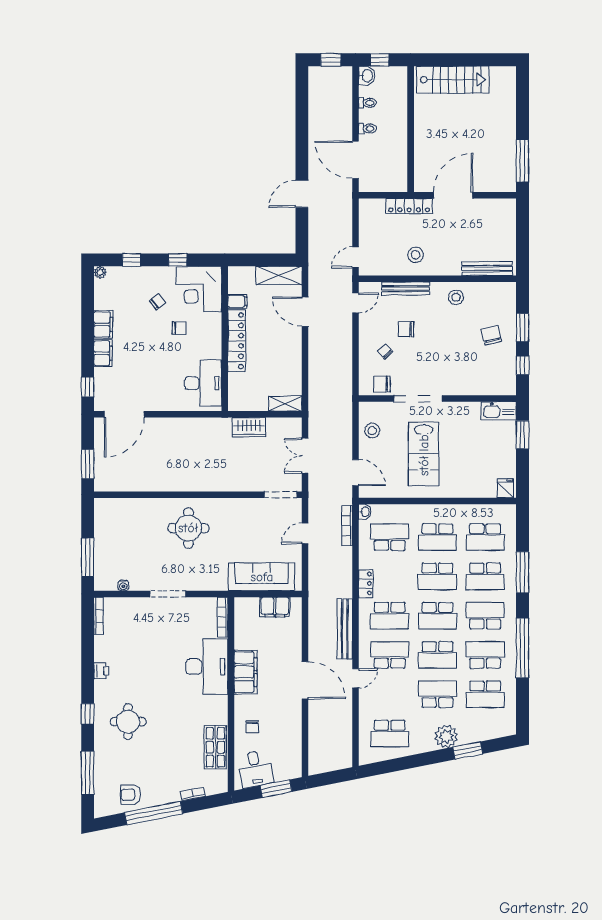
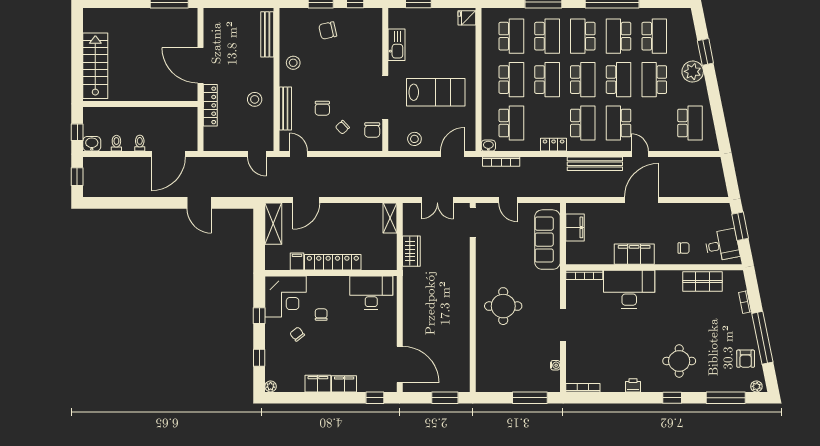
kitchen sink: (499, 411) -> (397, 45), moved
school desk: (390, 537) -> (511, 123), turned 180
plant: (100, 807) -> (756, 386), added

